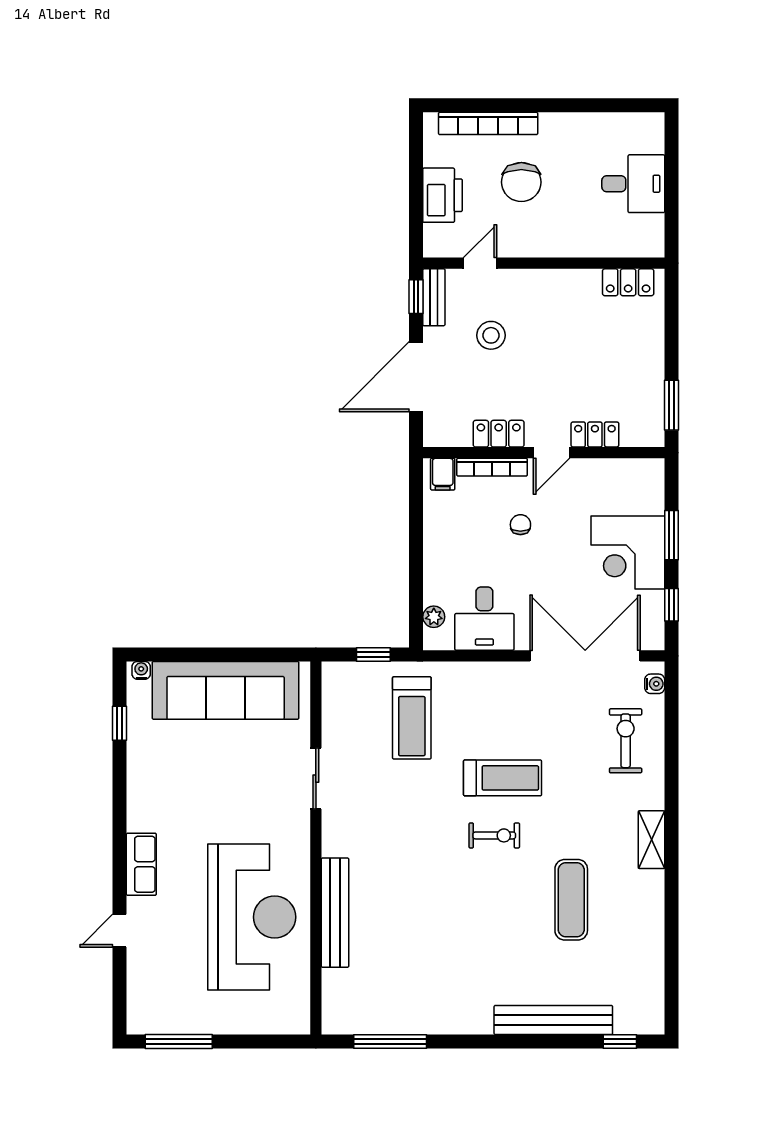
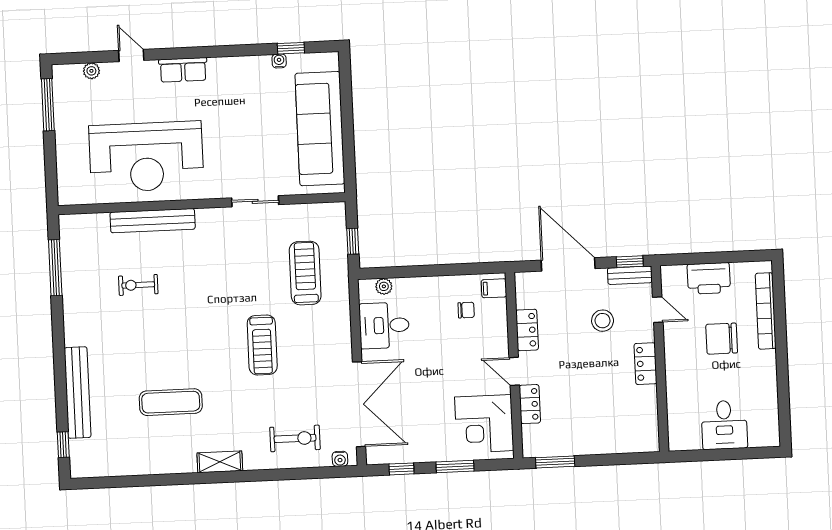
locker: (628, 282) -> (645, 364), moved
bookcase: (492, 467) -> (501, 326), removed
chair: (520, 525) -> (466, 310), moved
corner desk: (628, 553) -> (484, 424), moved, turned -90
water cooler: (141, 670) -> (279, 61), moved, turned -90
treadmill: (412, 718) -> (305, 273), turned 90
exercise bike: (494, 835) -> (138, 285), moved, turned 90
plant: (137, 983) -> (91, 71), added

